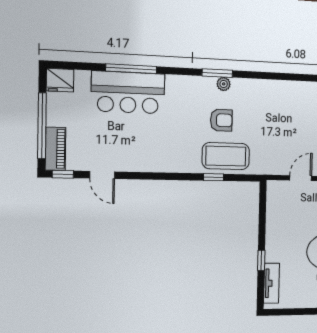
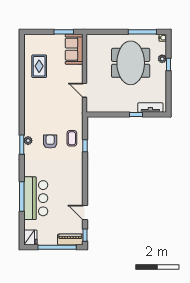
coffee table: (226, 156) -> (72, 138), width x0.54, depth x0.58
door: (102, 175) -> (85, 213), swing flipped

